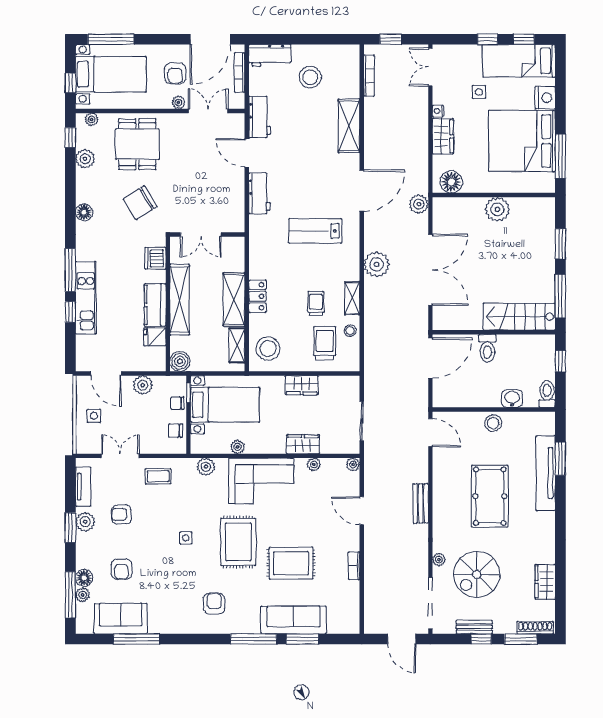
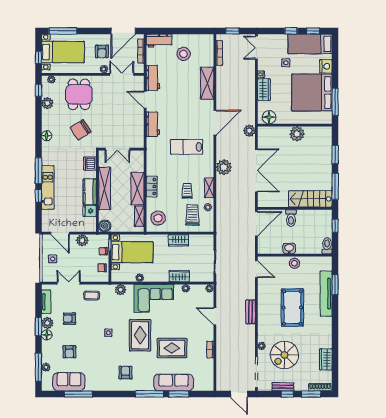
washbasin: (512, 399) -> (289, 248), moved
floor lamp: (84, 578) -> (47, 335), moved

